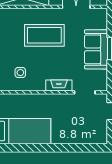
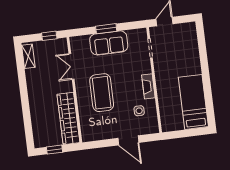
fireplace: (59, 86) -> (148, 86), moved

